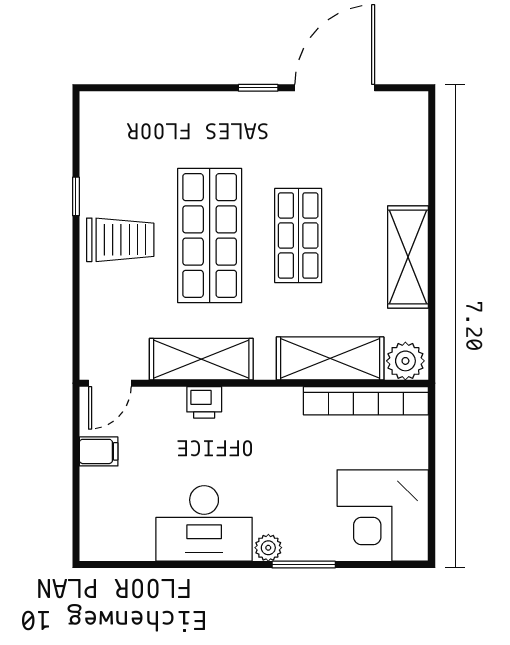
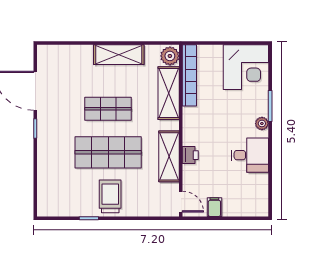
desk: (204, 523) -> (250, 155), width x0.73

